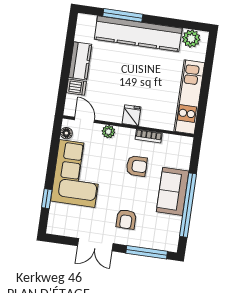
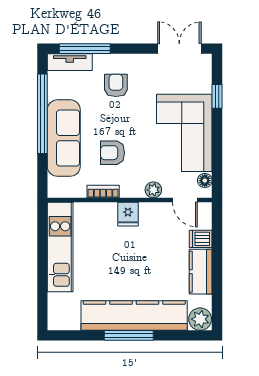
window: (123, 15) -> (129, 335), moved
plant: (191, 39) -> (200, 319), moved
sofa: (173, 191) -> (64, 138), width x1.36
tv unit: (160, 243) -> (70, 62), added
double door: (95, 245) -> (179, 49), moved

